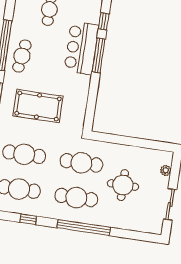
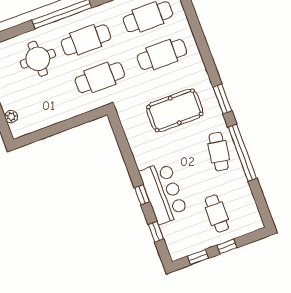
window: (99, 55) -> (142, 195), width x0.46
round table: (123, 185) -> (38, 59), moved

